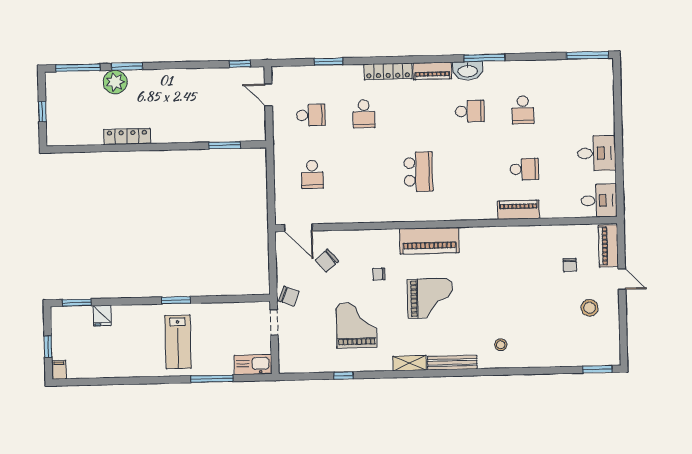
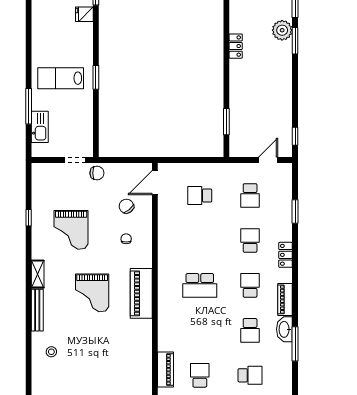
locker: (388, 71) -> (286, 255), width x0.66
school desk: (523, 110) -> (250, 375), turned 180
school desk: (417, 112) -> (250, 285), added
school desk: (364, 114) -> (250, 240), turned 90
locker: (127, 137) -> (236, 46), width x0.66
school desk: (524, 169) -> (200, 375), turned 180
chair: (379, 274) -> (126, 239), moved
chair: (289, 296) -> (97, 173), turned -111
grand piano: (357, 325) -> (71, 230), turned 90
kitchen sink: (253, 365) -> (40, 127), moved

